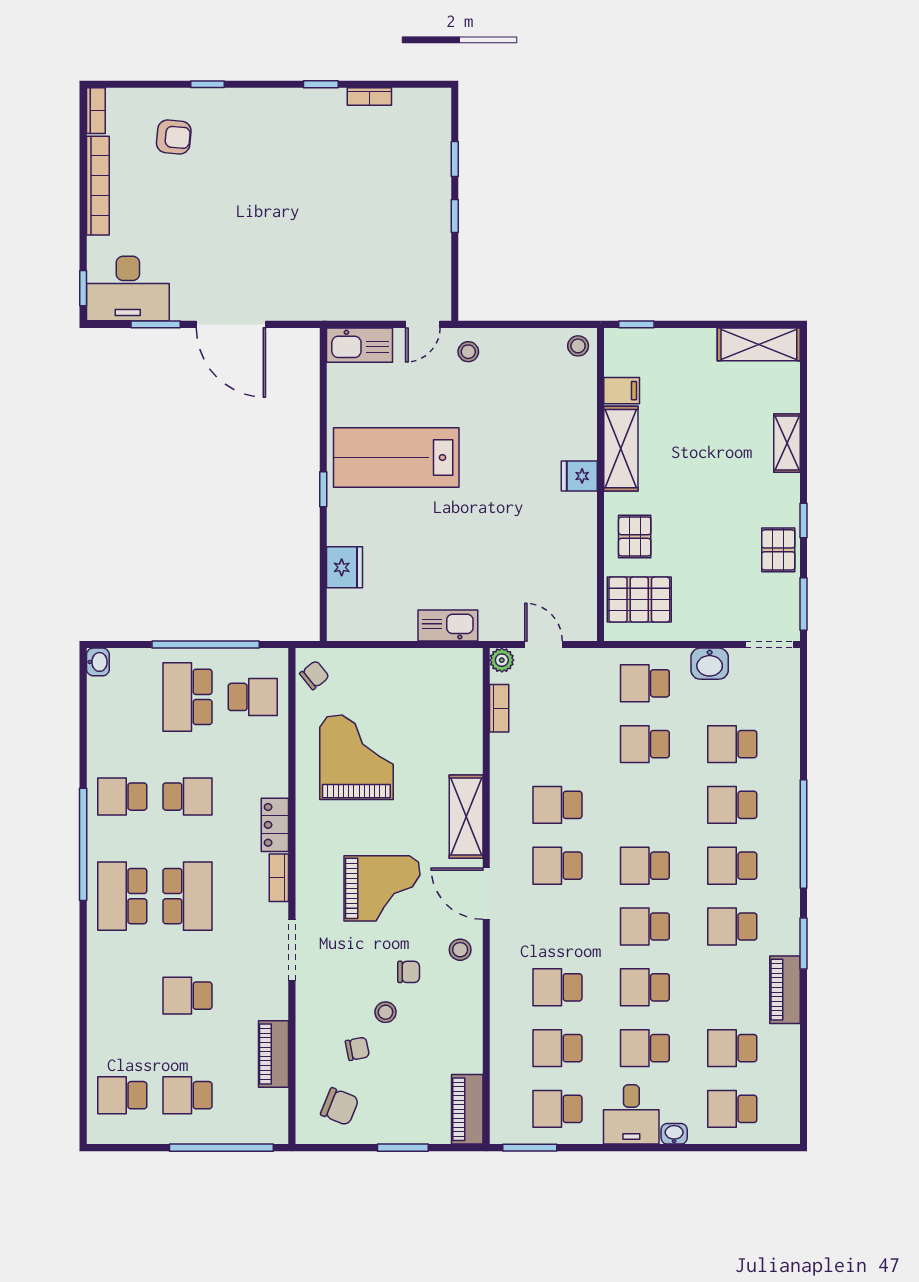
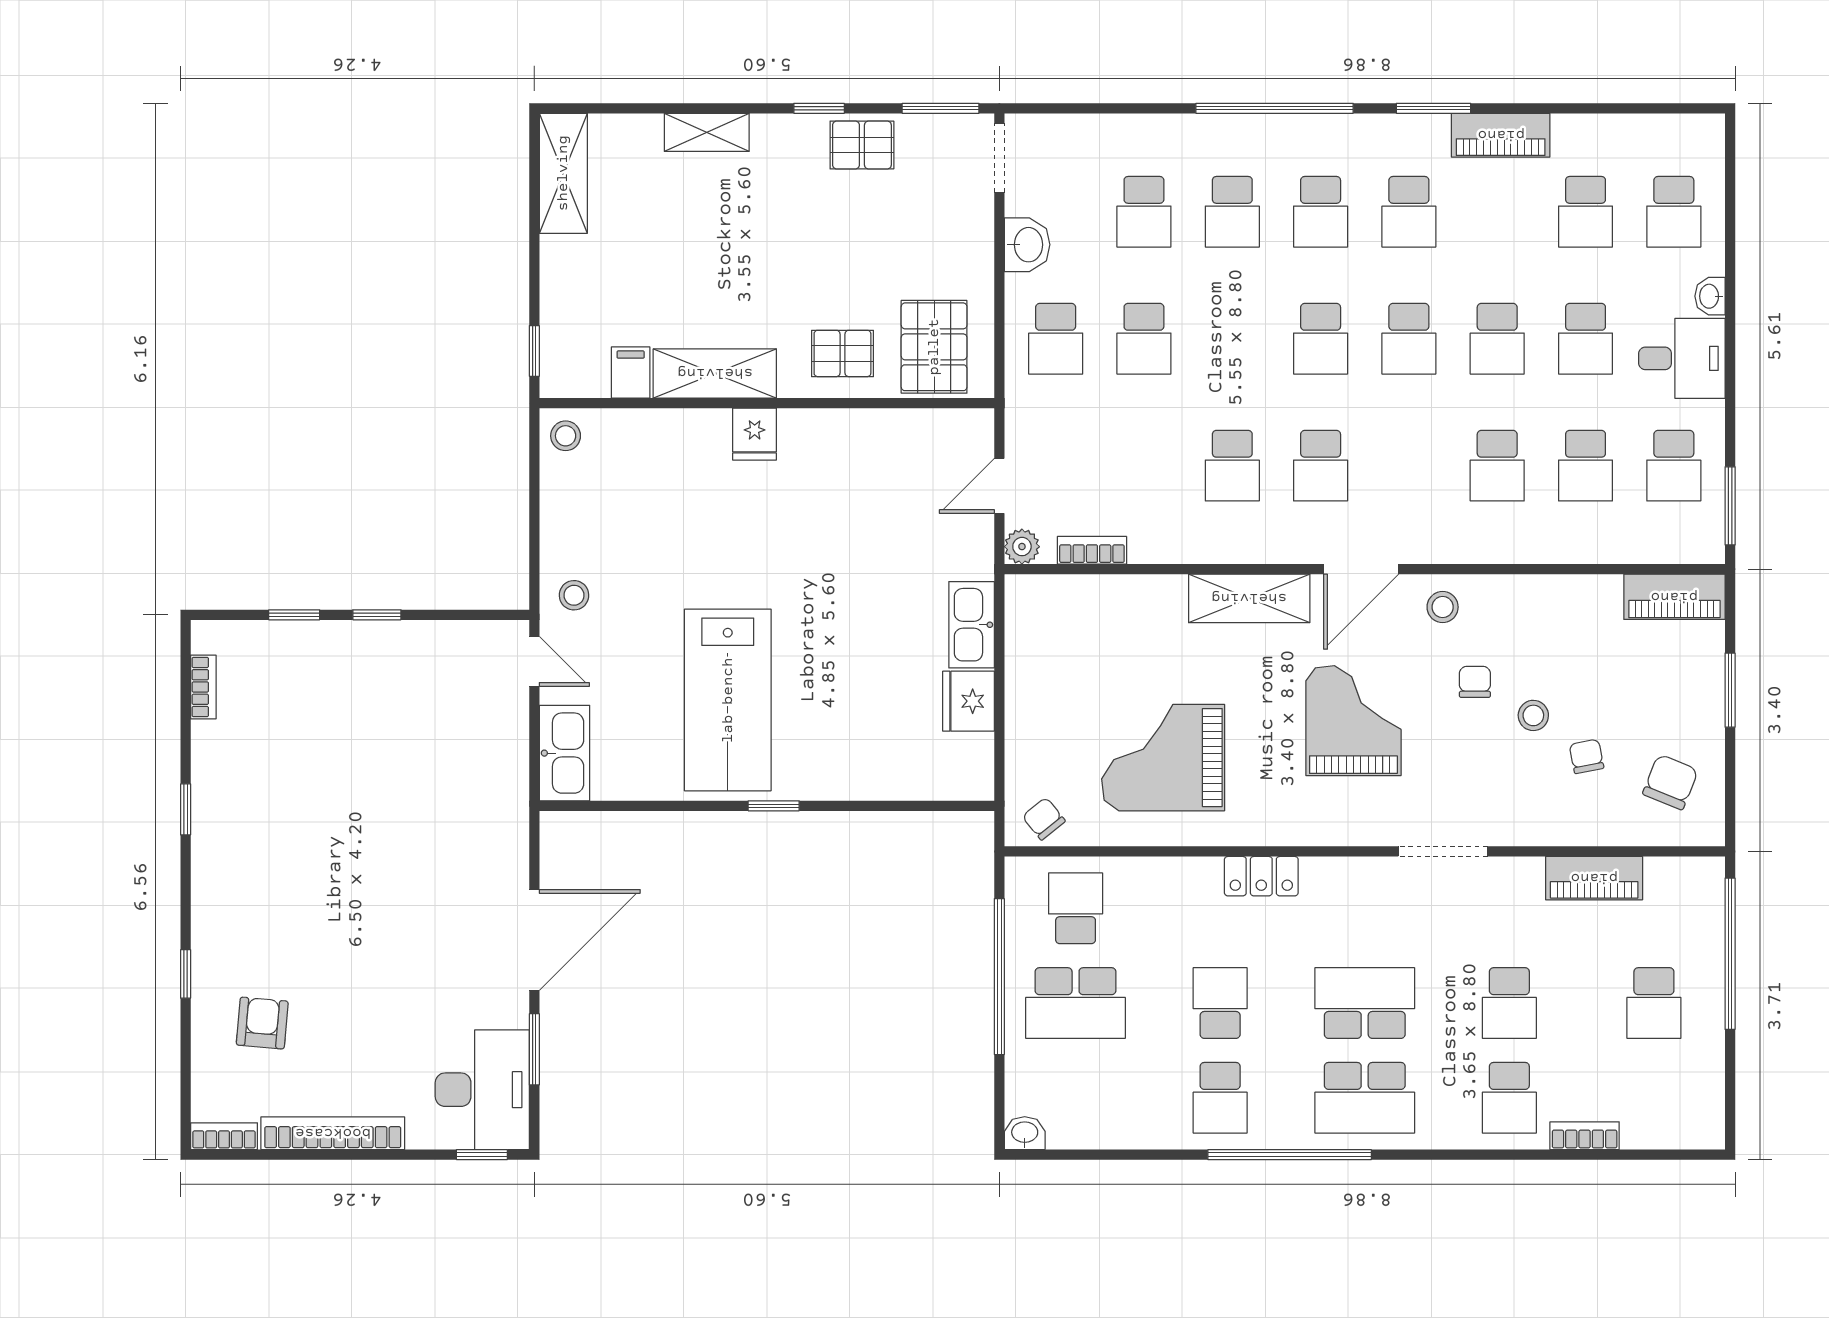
bookcase: (369, 96) -> (203, 687), moved
fridge: (344, 567) -> (969, 701), moved, turned -90
bookcase: (279, 878) -> (1585, 1136), moved, turned 180
school desk: (122, 1095) -> (1509, 1098), moved

